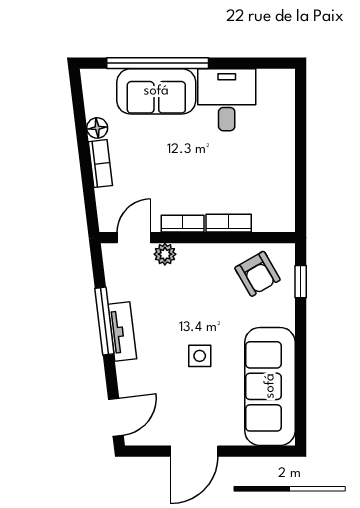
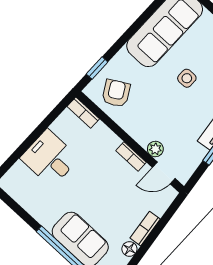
desk: (227, 100) -> (50, 158), moved, turned 90
bookcase: (229, 223) -> (83, 113), moved

